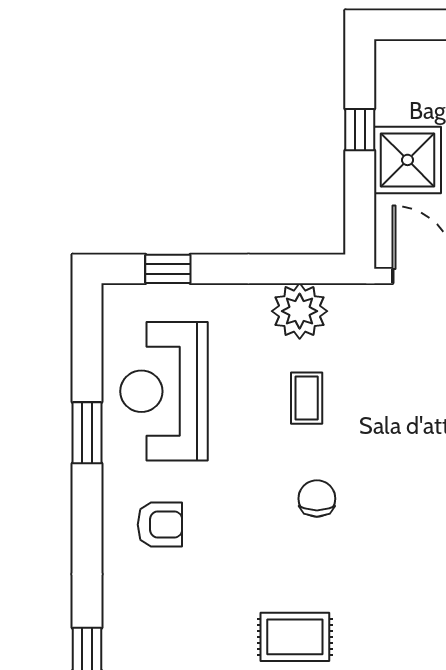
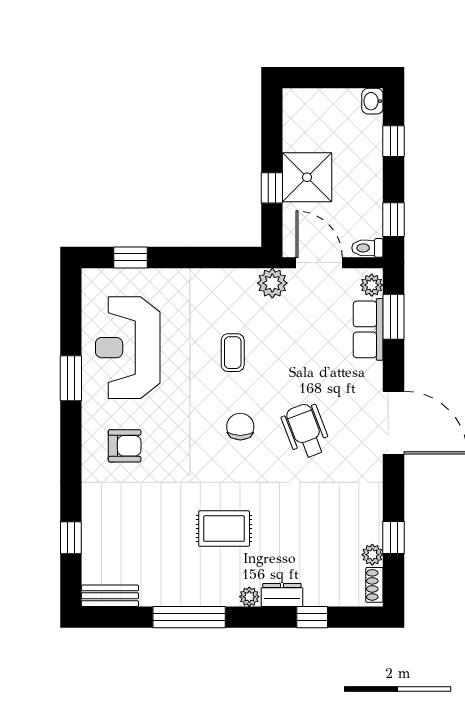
window: (360, 130) -> (272, 188), moved
plant: (300, 311) -> (272, 283), moved, width x0.73, depth x0.73
wheelchair: (406, 504) -> (306, 431), added

